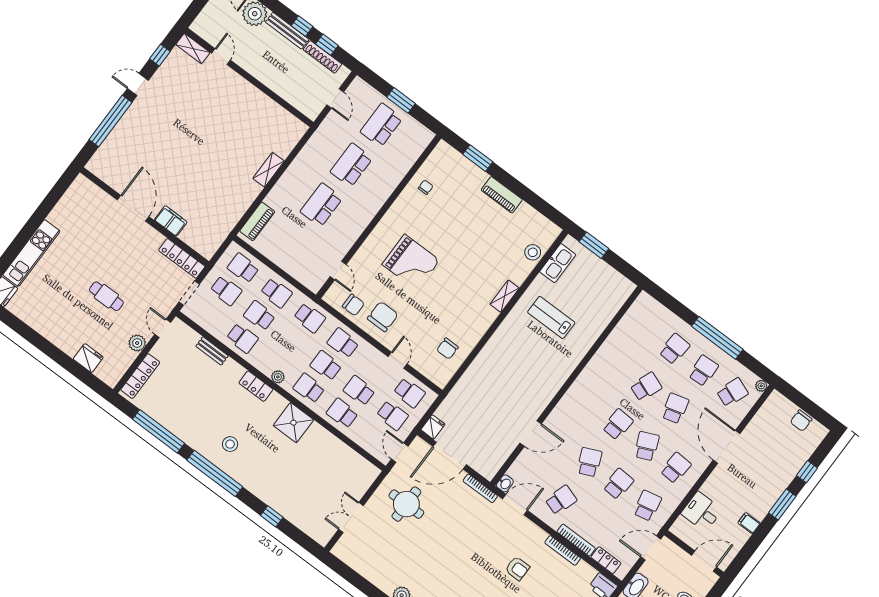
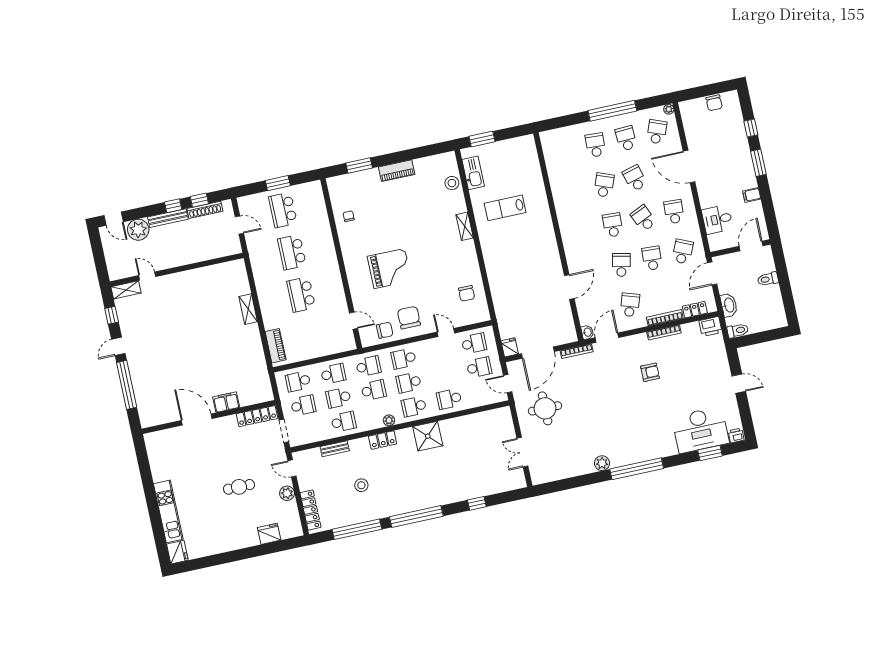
school desk: (359, 391) -> (374, 390), moved, turned 180
stool: (230, 444) -> (361, 485), moved
school desk: (589, 462) -> (621, 265), turned 36
school desk: (647, 506) -> (683, 252), turned 36

